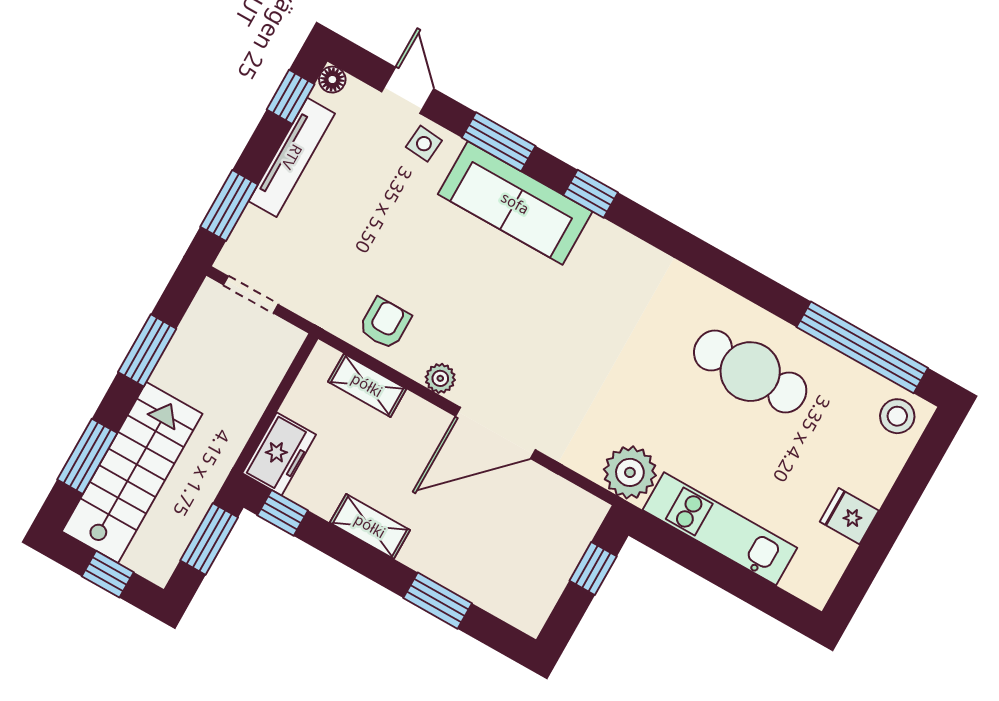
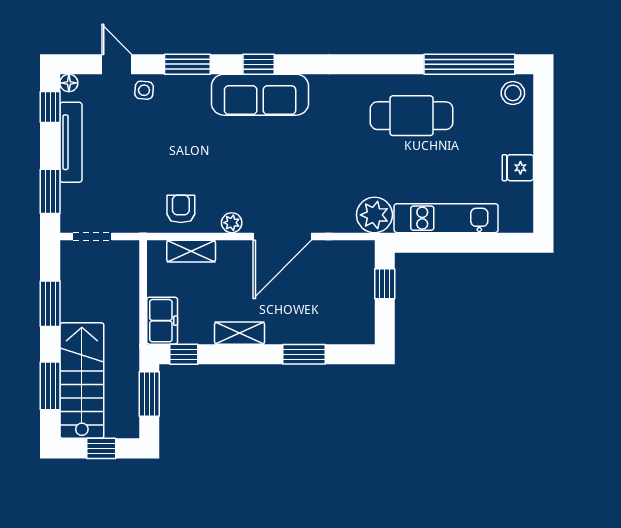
sofa: (515, 203) -> (260, 95), moved

